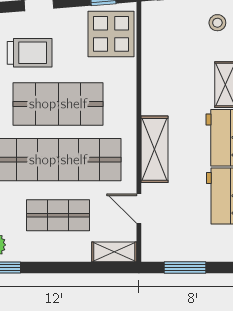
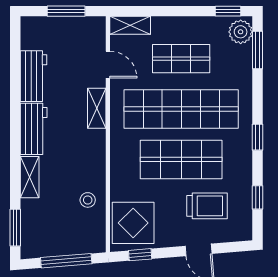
stool: (217, 23) -> (88, 200), moved
trolley: (30, 53) -> (207, 206), turned 180
shelving: (155, 149) -> (97, 108), width x0.67, depth x0.75

